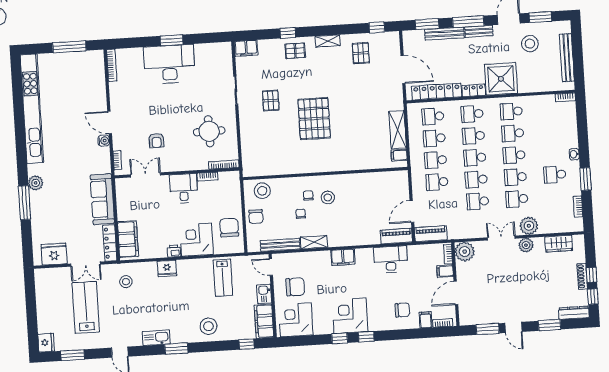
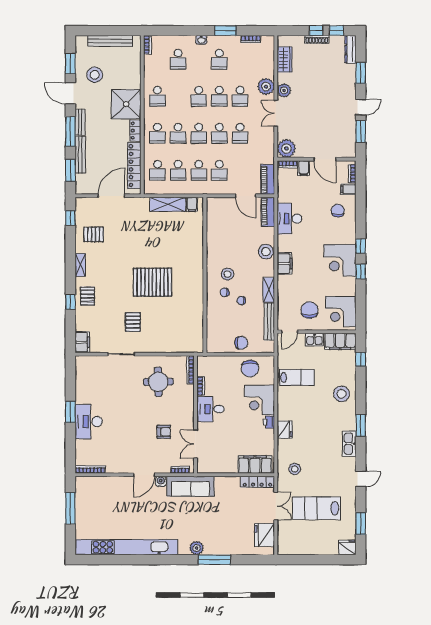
desk: (169, 64) -> (89, 422), width x0.73, depth x0.77
pallet: (271, 101) -> (133, 322), turned 90
school desk: (513, 133) -> (178, 59), moved
stool: (262, 191) -> (266, 252), moved
sofa: (102, 199) -> (191, 486), moved
chair: (229, 228) -> (250, 369), turned -90

